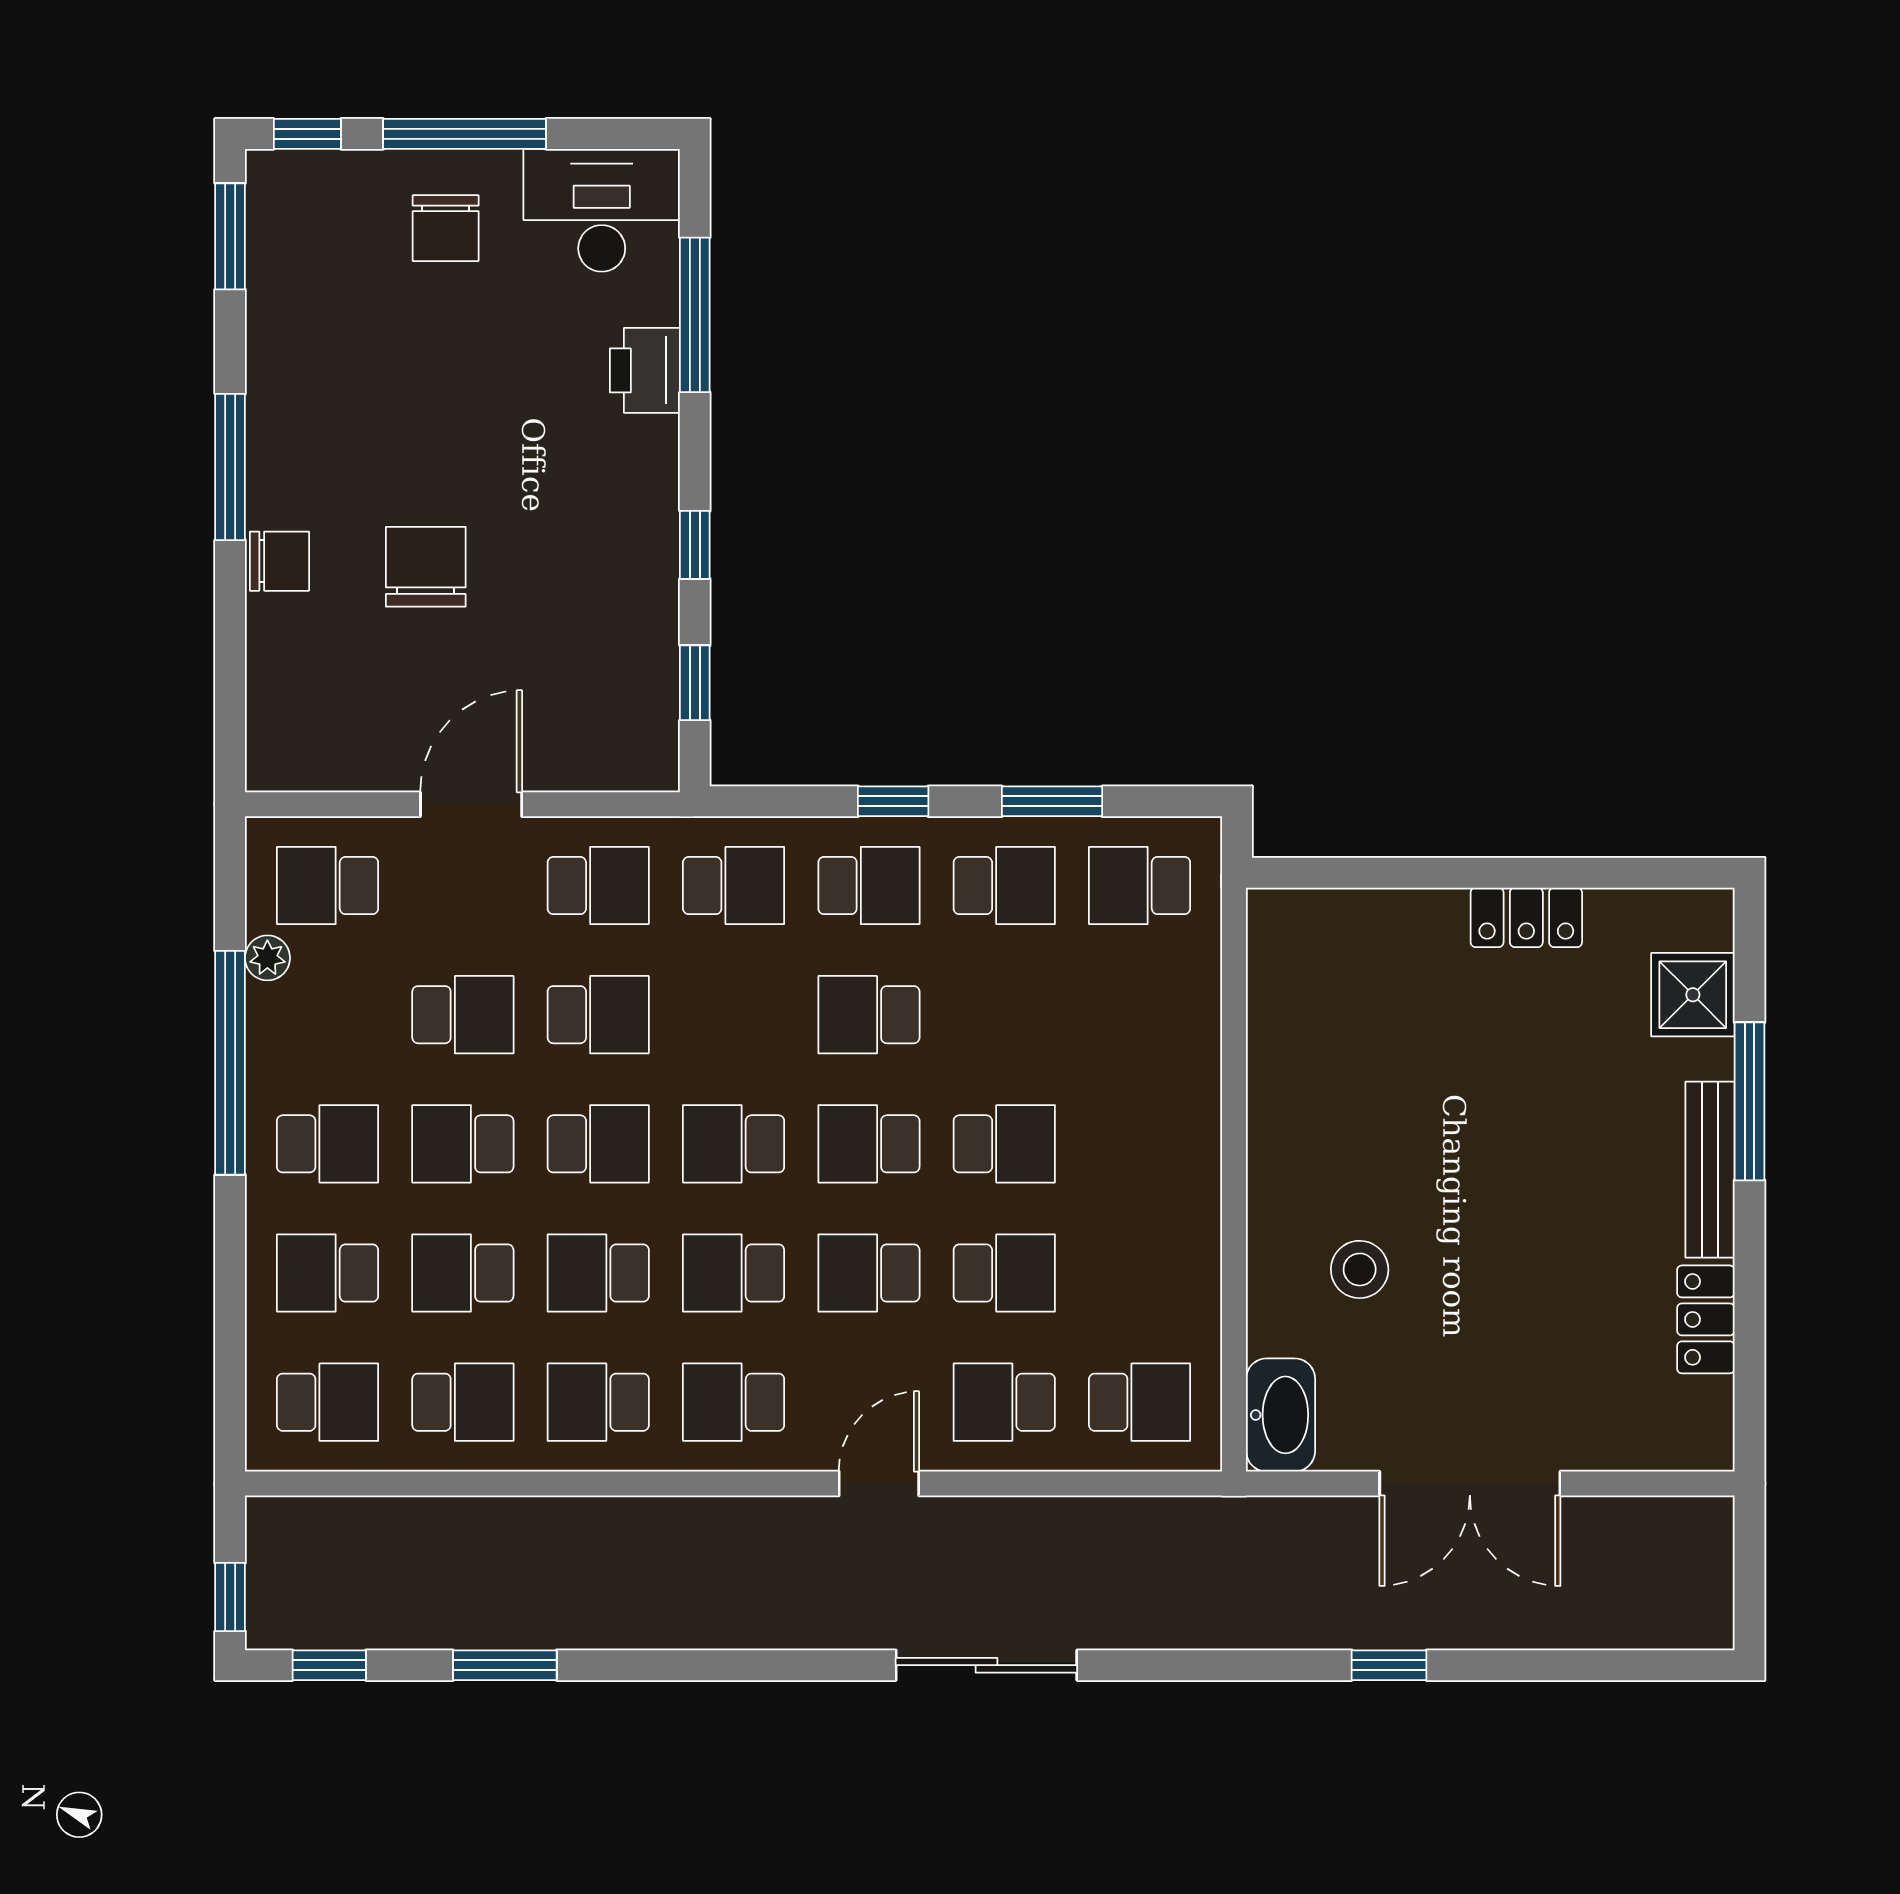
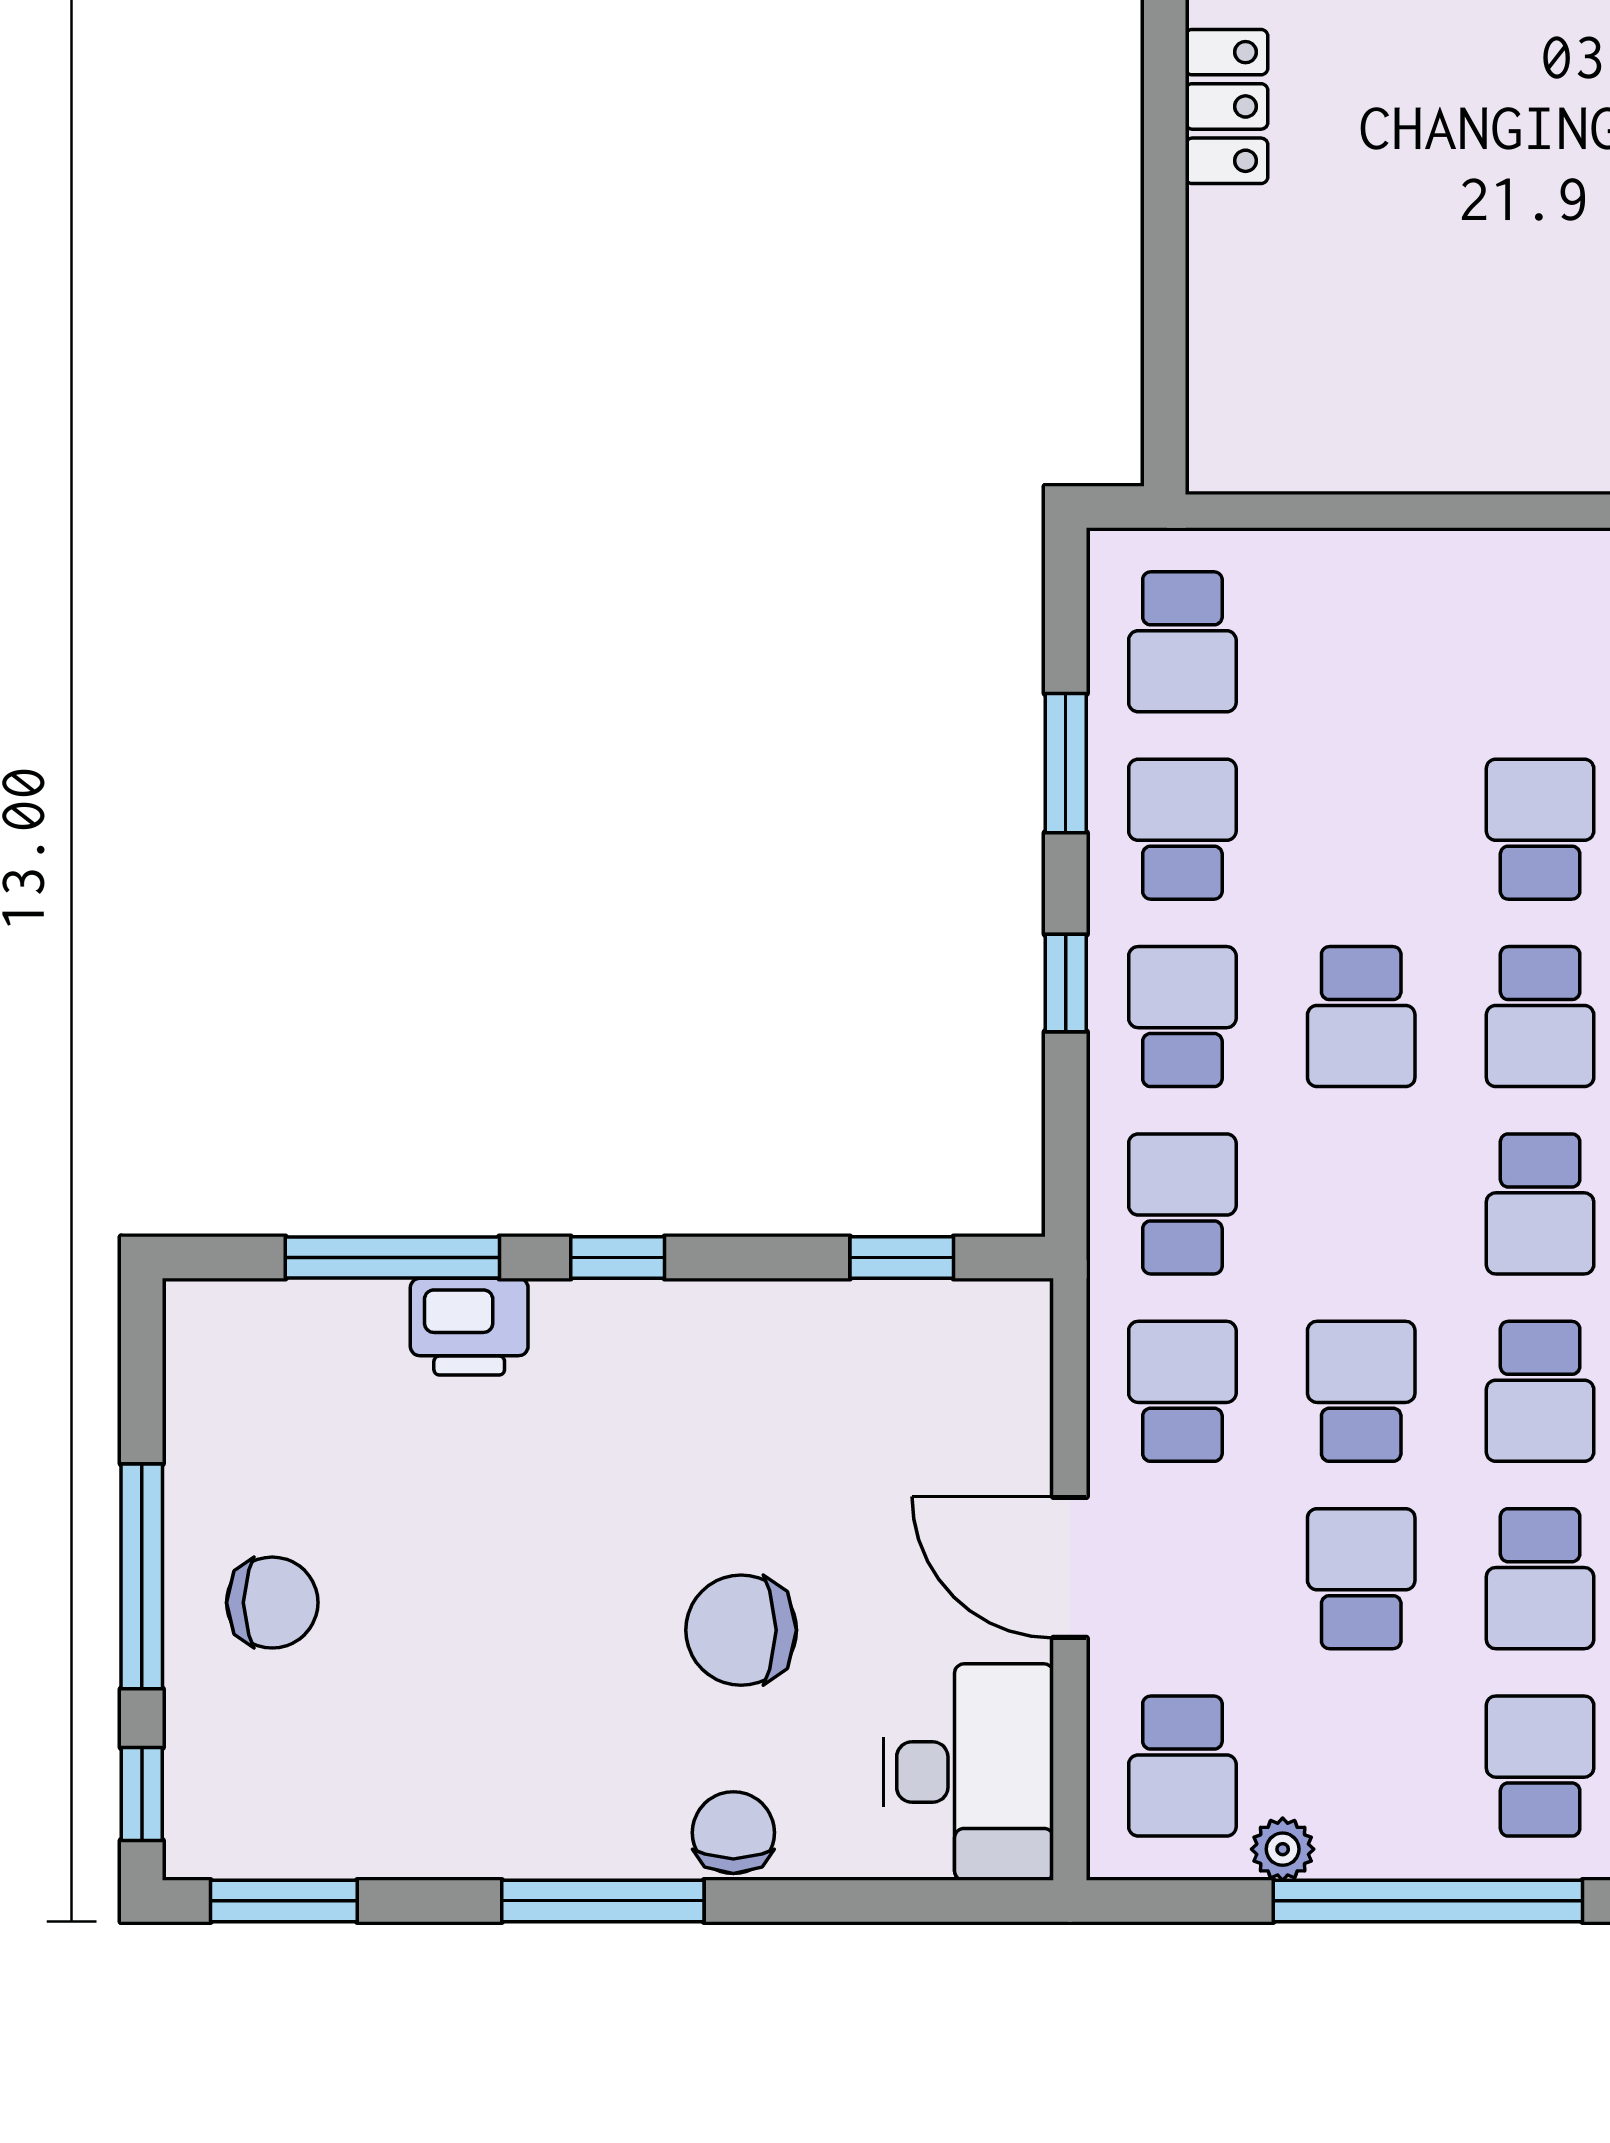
desk: (602, 210) -> (968, 1772), moved, turned 180
window: (695, 545) -> (618, 1258), moved
school desk: (598, 1144) -> (1540, 1391), turned 180

